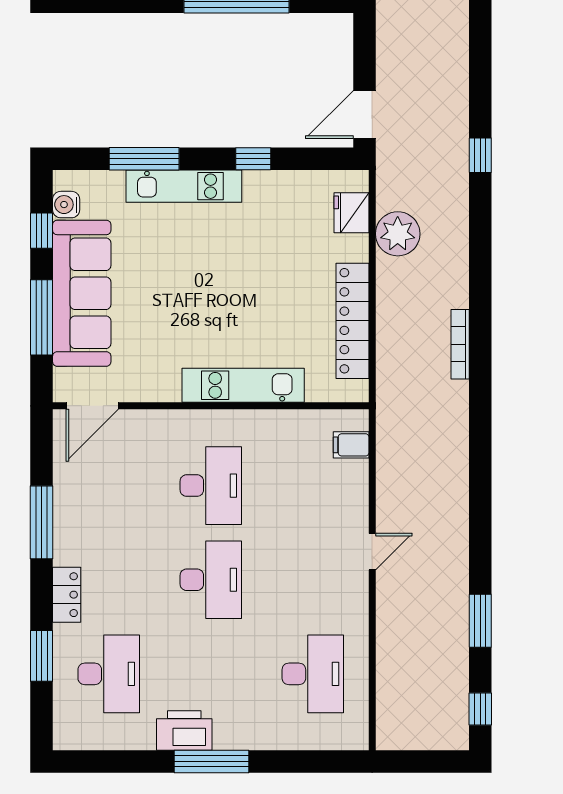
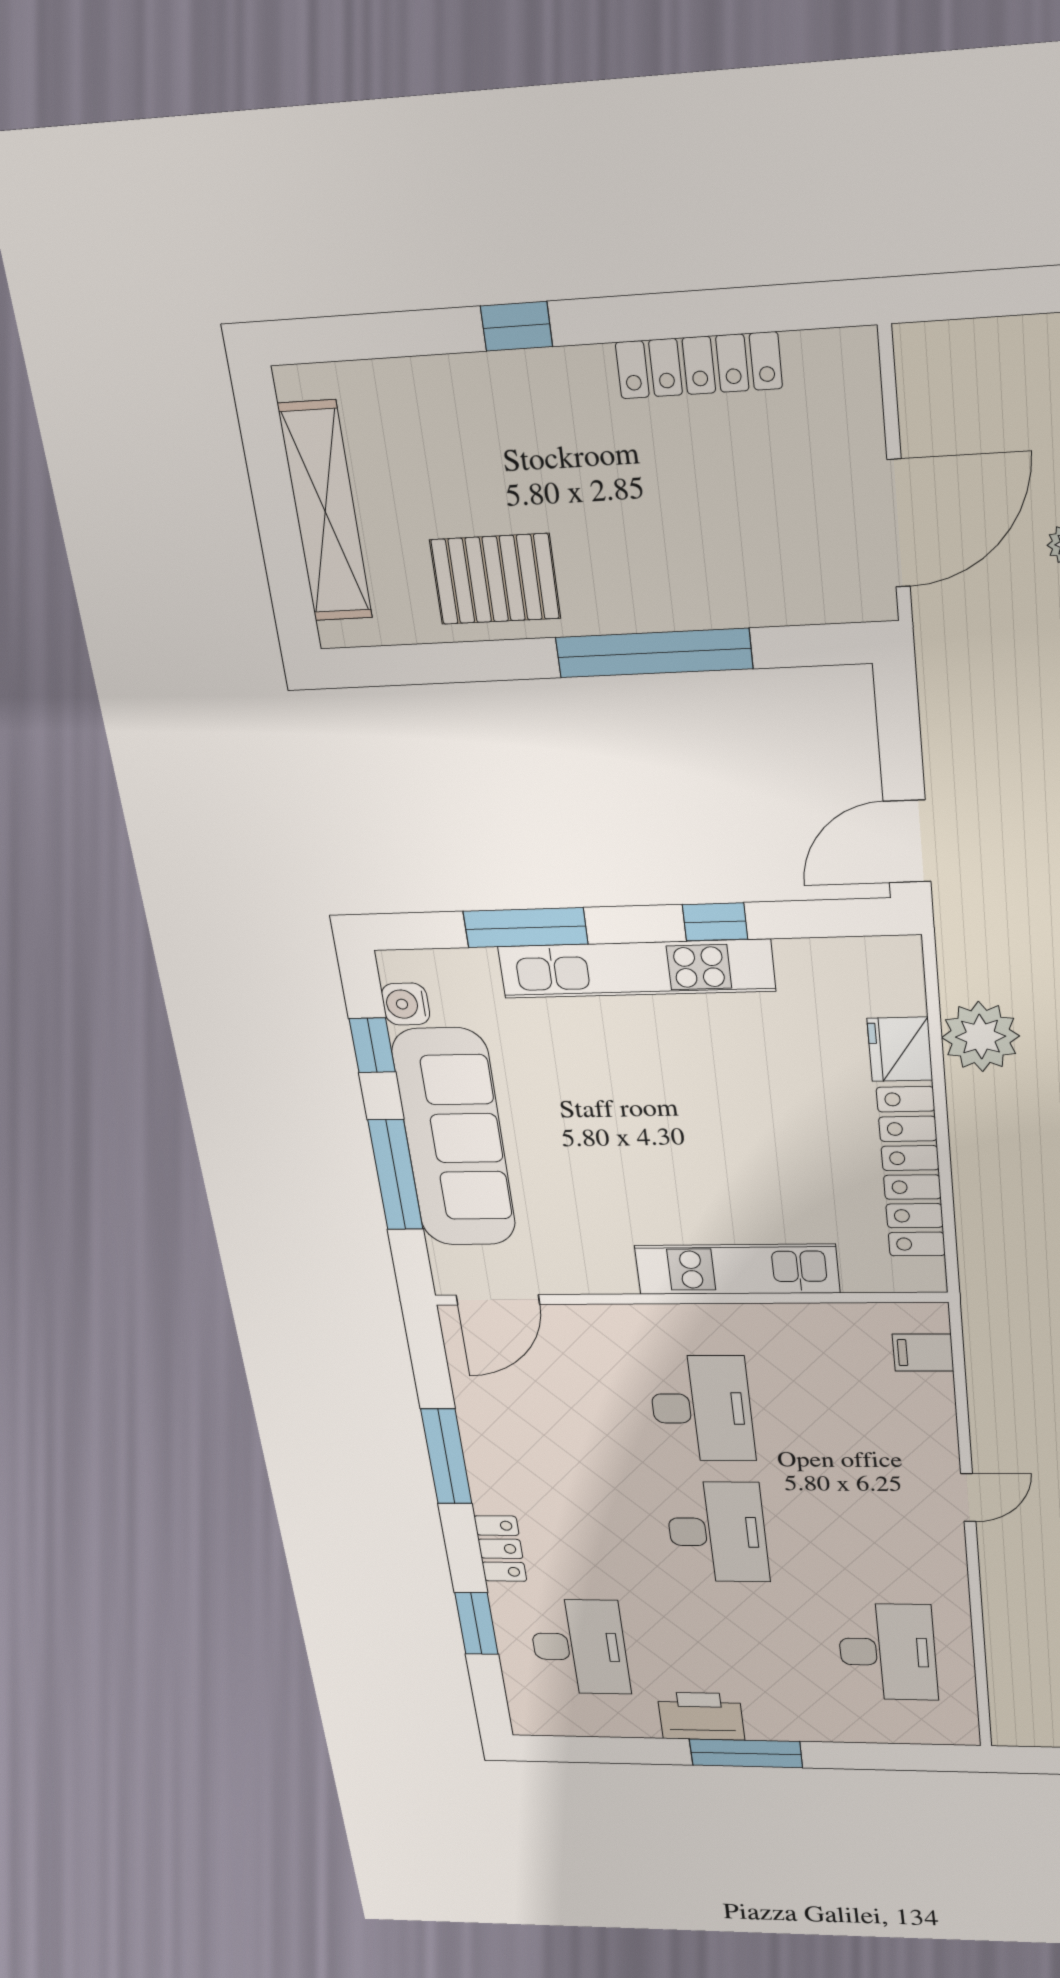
kitchen unit: (184, 186) -> (636, 969), width x1.36
fridge: (352, 213) -> (900, 1049), moved

